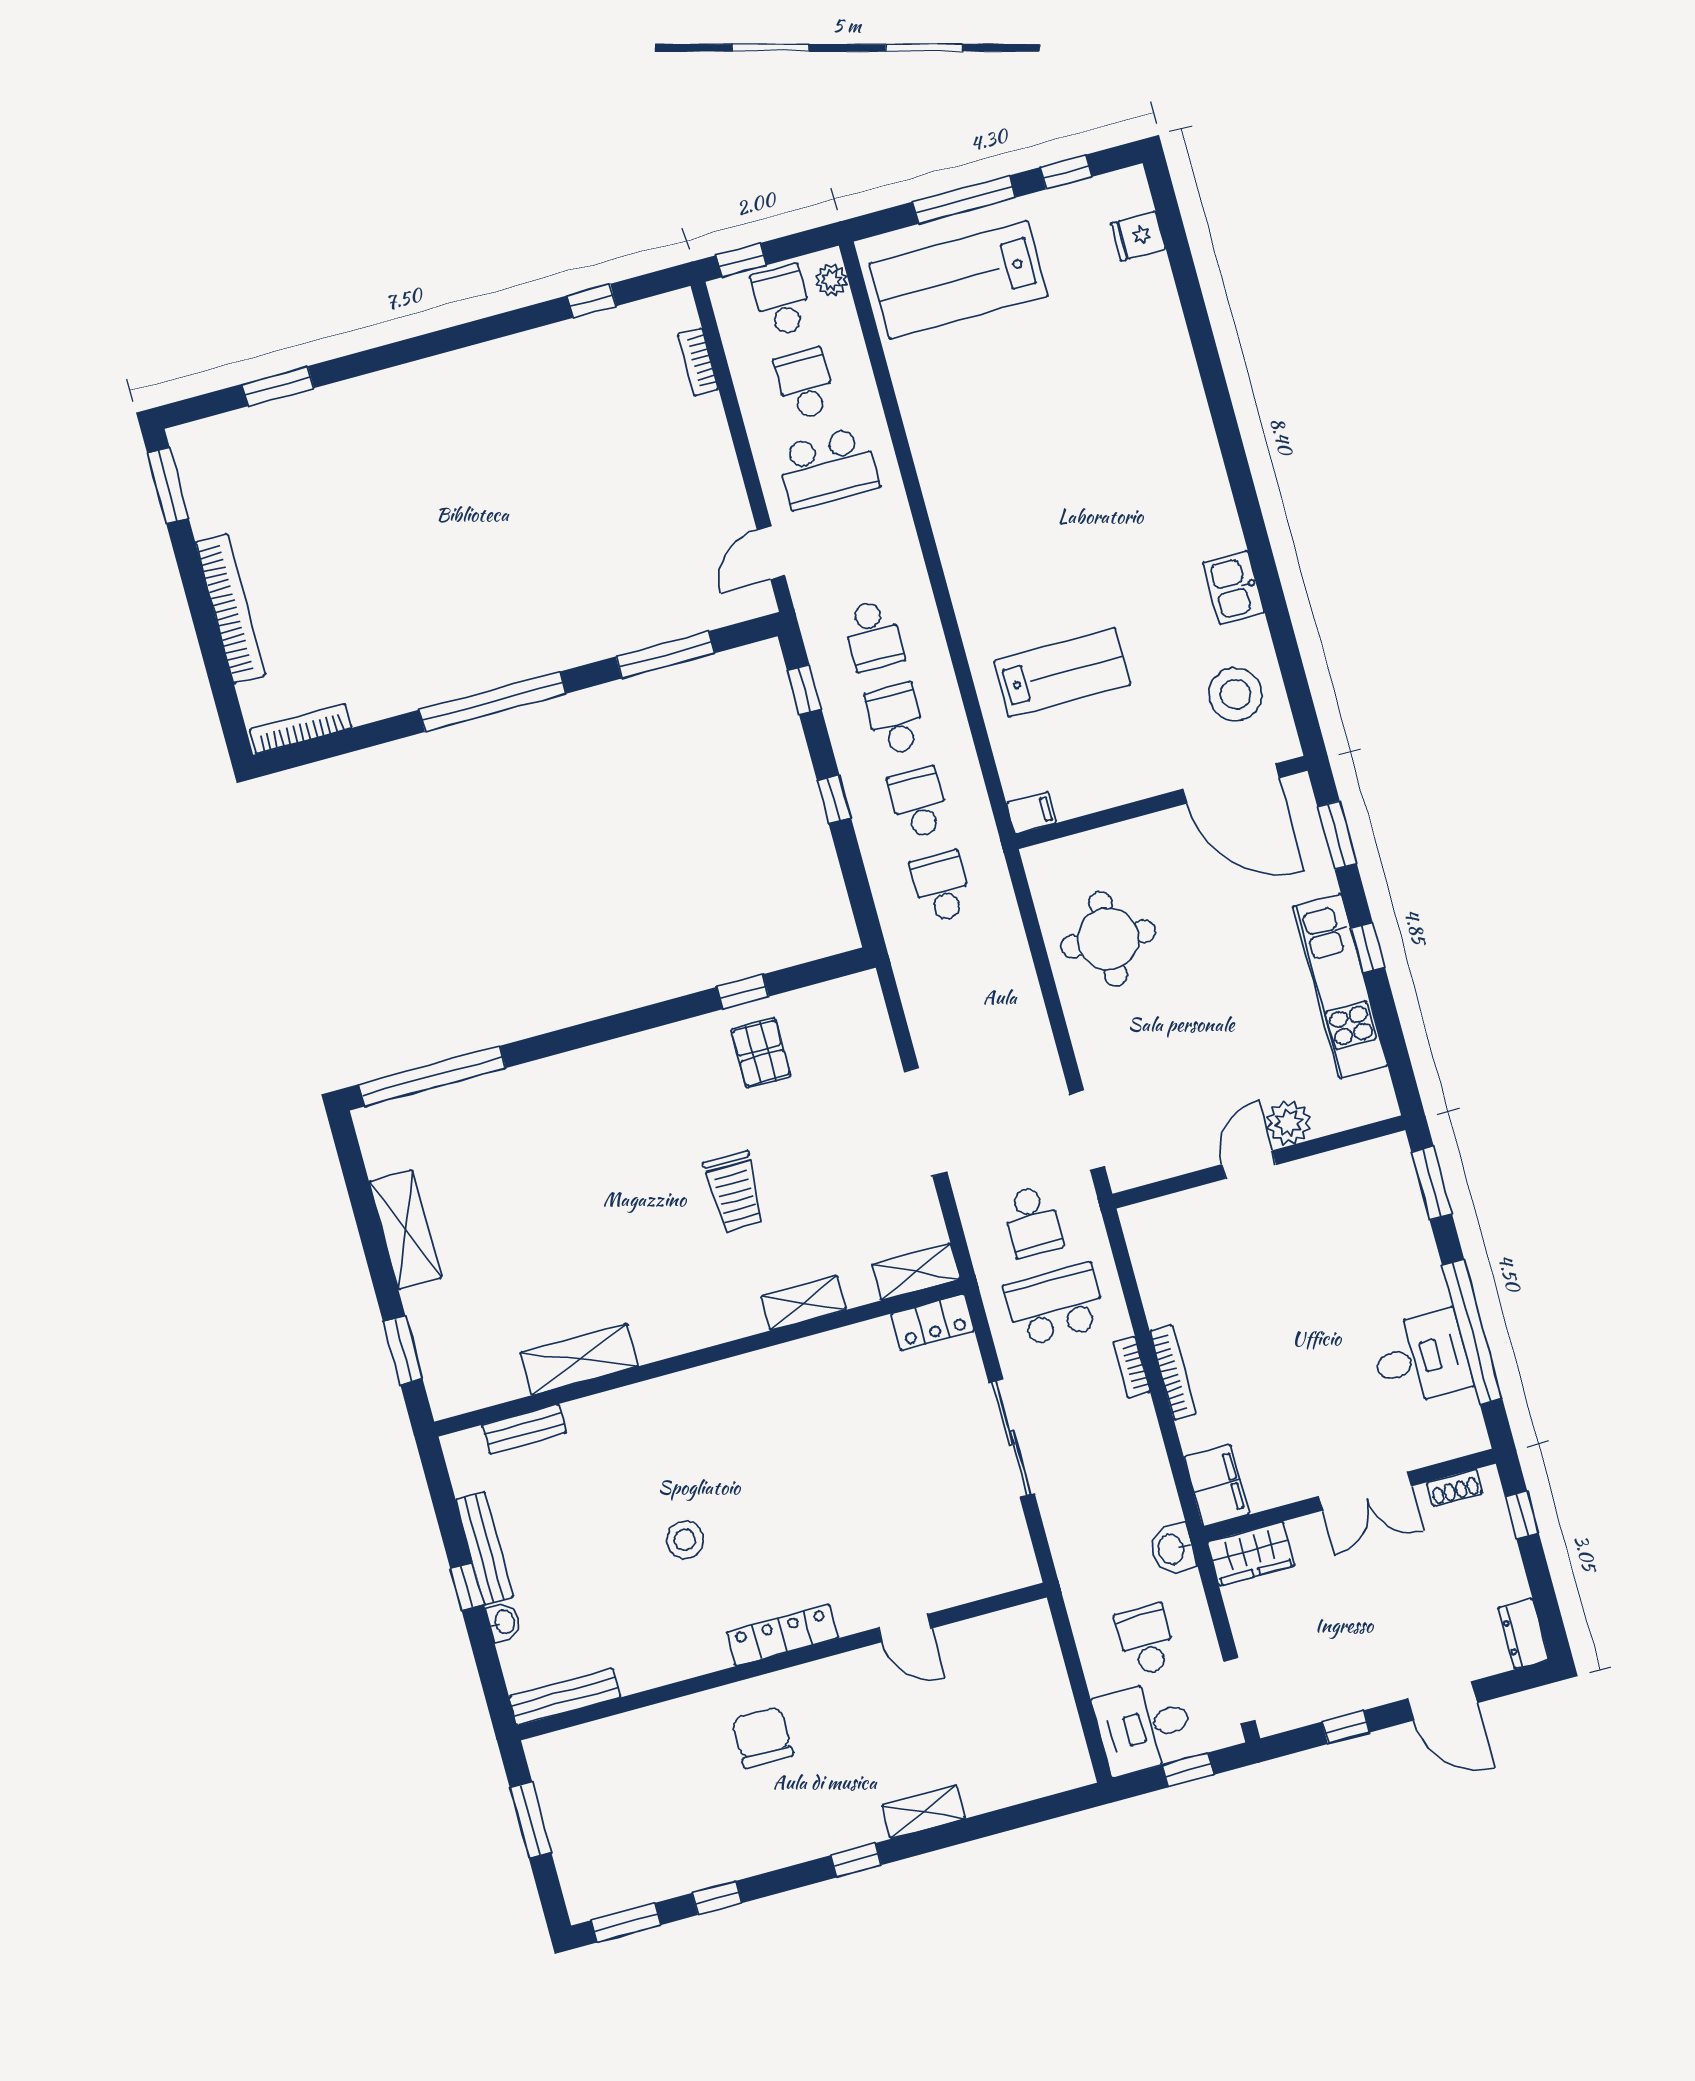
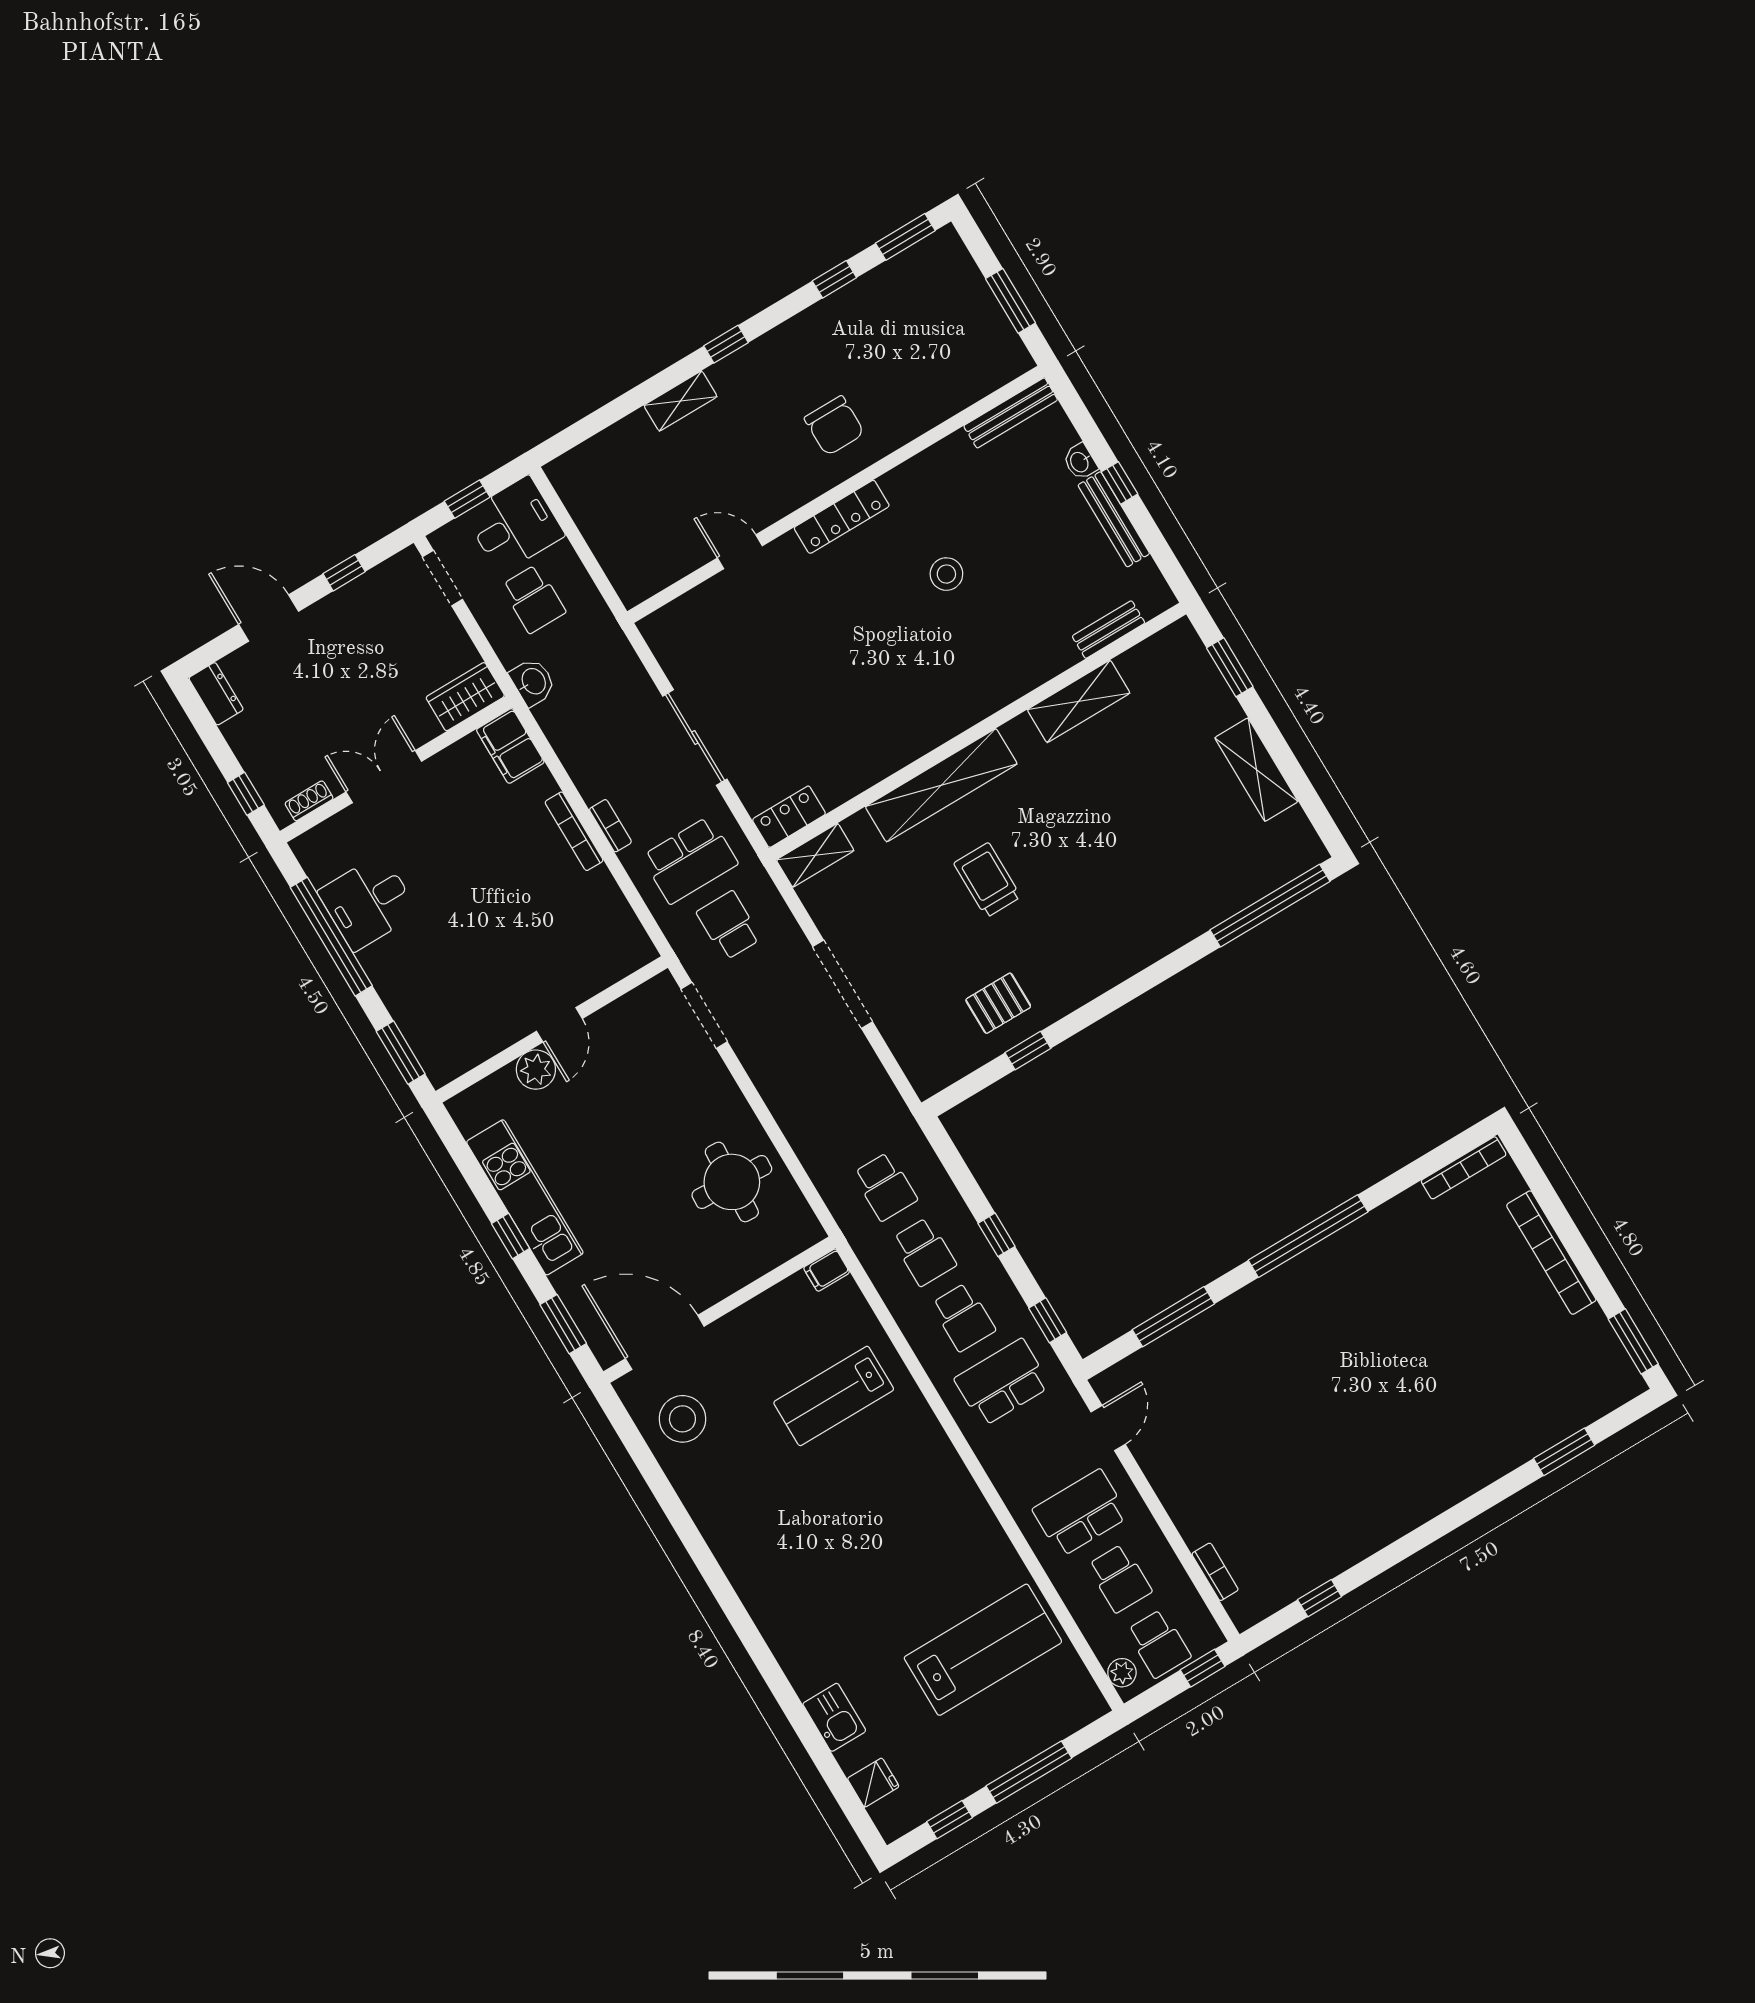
lab bench: (959, 280) -> (983, 1650), moved
kitchen sink: (1234, 588) -> (834, 1717), moved
school desk: (873, 635) -> (1002, 1382), width x1.85
pallet: (761, 1053) -> (998, 1003), turned 90
shelving: (803, 1303) -> (941, 785), width x2.20, depth x1.33

